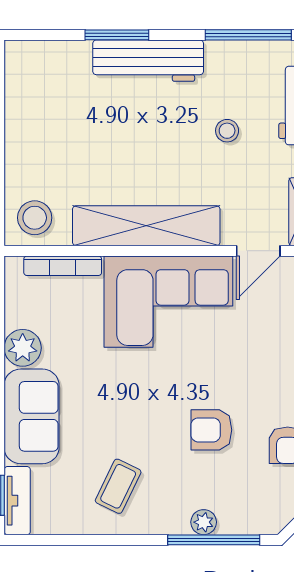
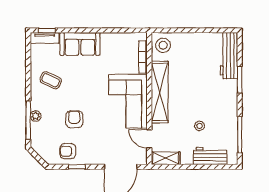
workbench: (148, 61) -> (229, 56), moved
plant: (23, 348) -> (109, 40), removed

